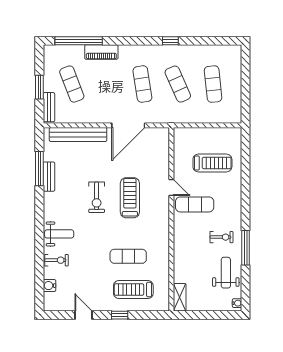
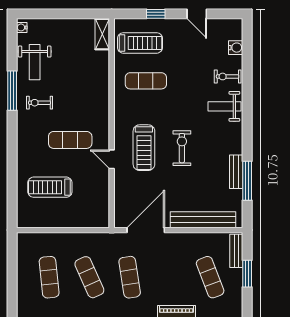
door: (171, 187) -> (112, 159), moved
wall: (171, 219) -> (112, 123), moved
shelving: (180, 297) -> (102, 34), moved

